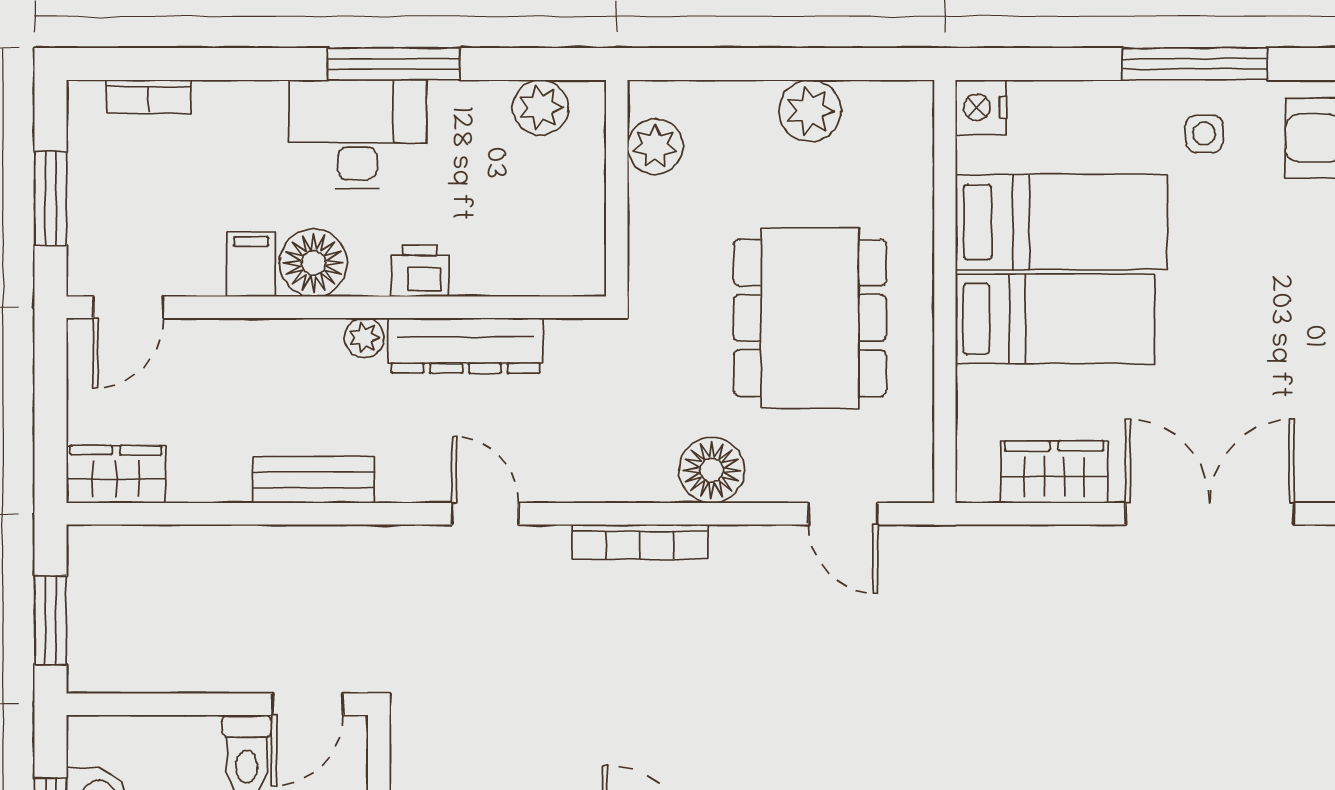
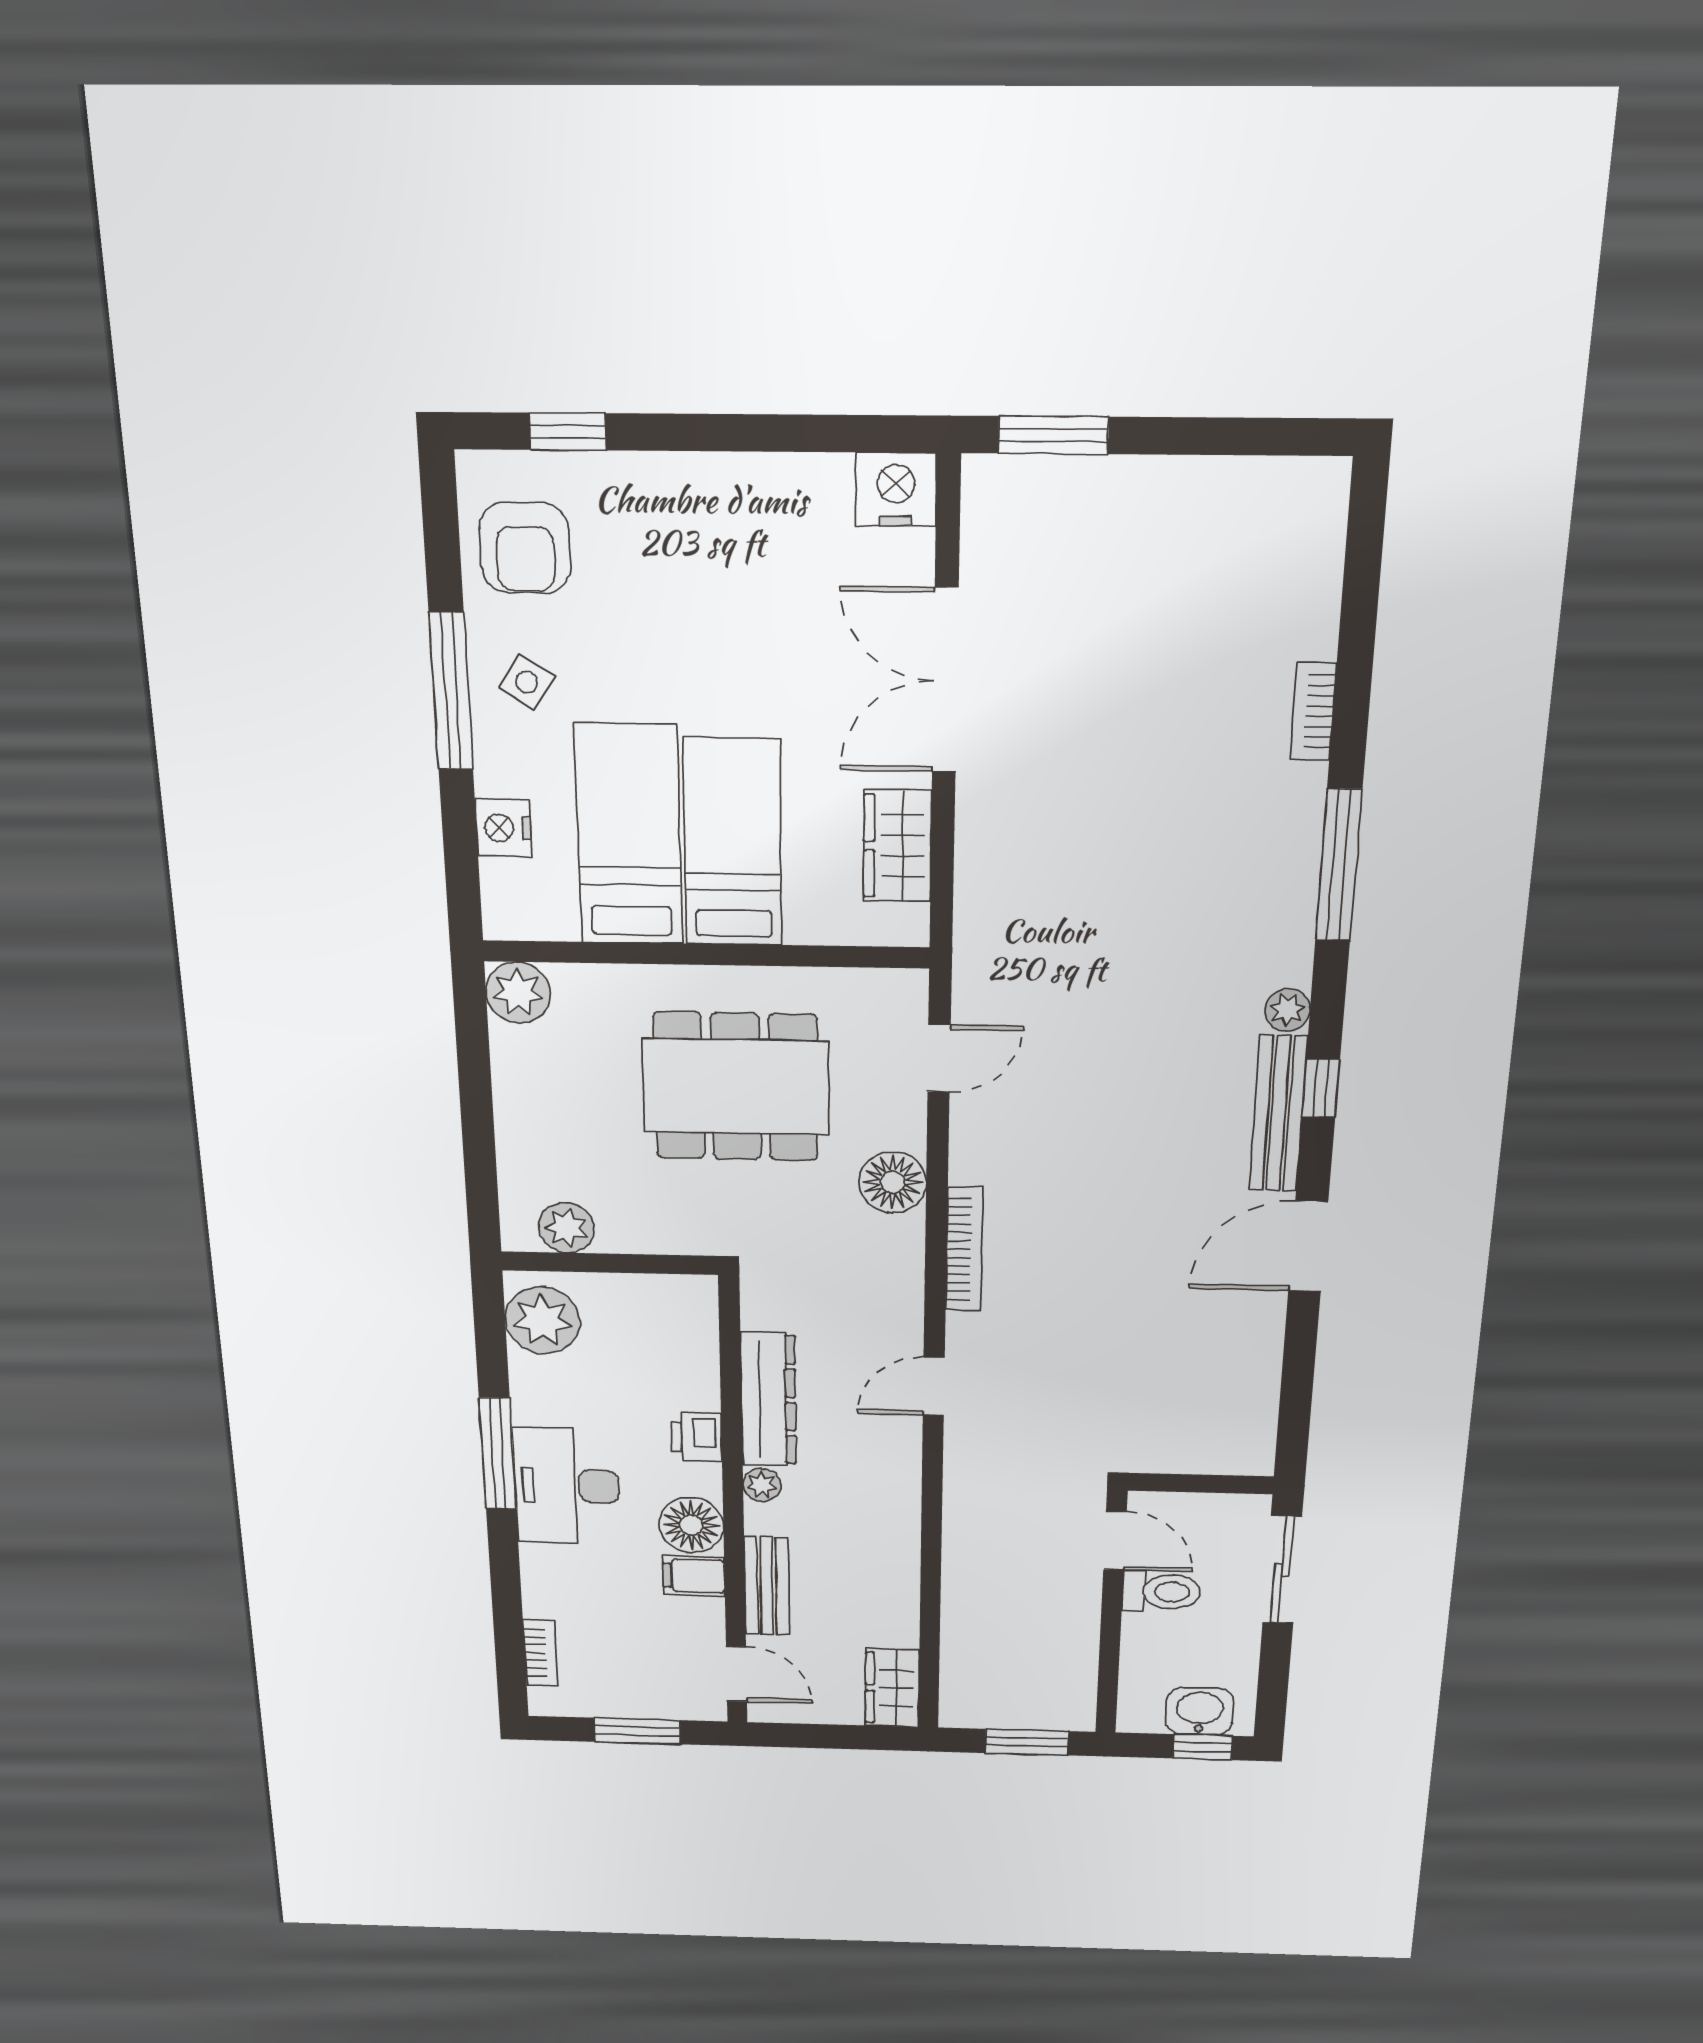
nightstand: (981, 107) -> (503, 828), moved, turned 90
plant: (540, 108) -> (542, 1321), width x1.36, depth x1.36
plant: (810, 111) -> (518, 993), moved
side table: (1204, 134) -> (527, 682), turned 33
bench: (314, 480) -> (767, 1586), moved

